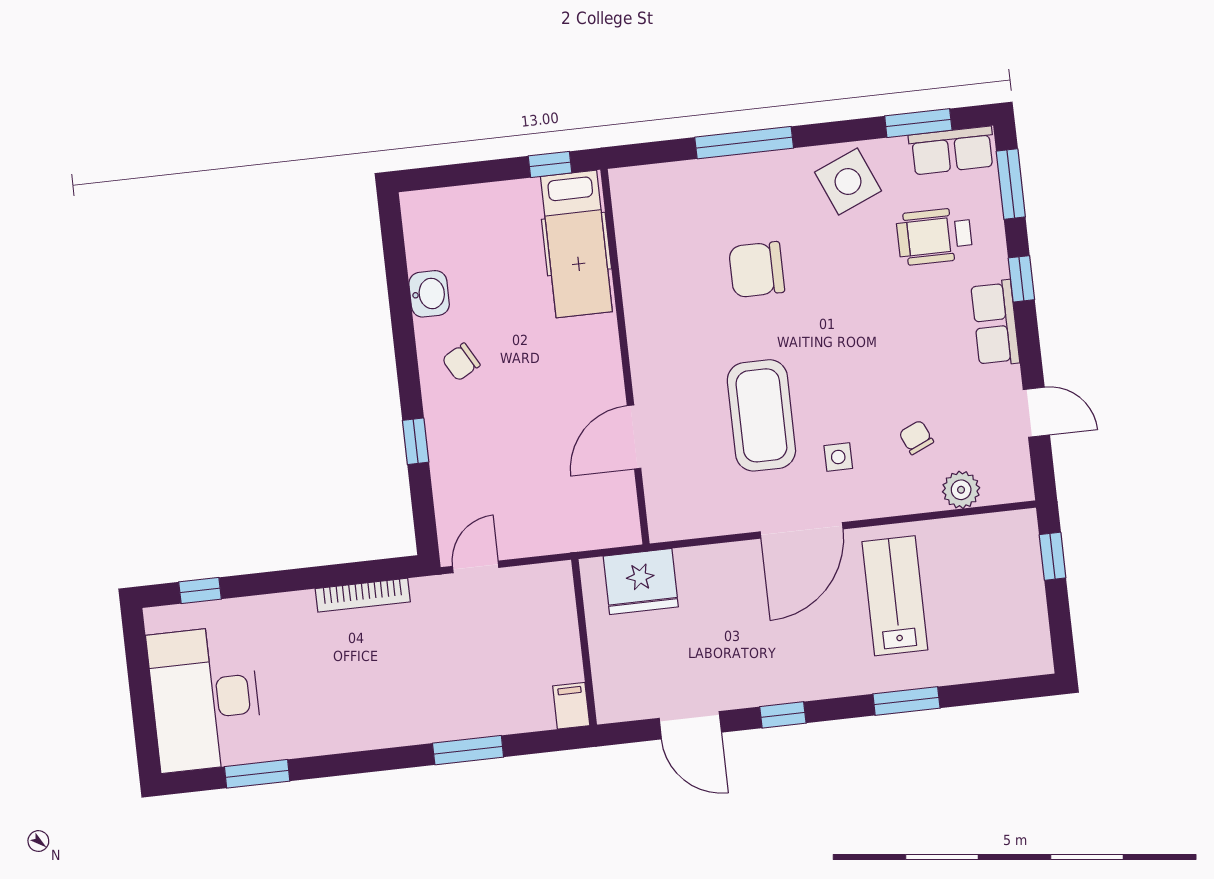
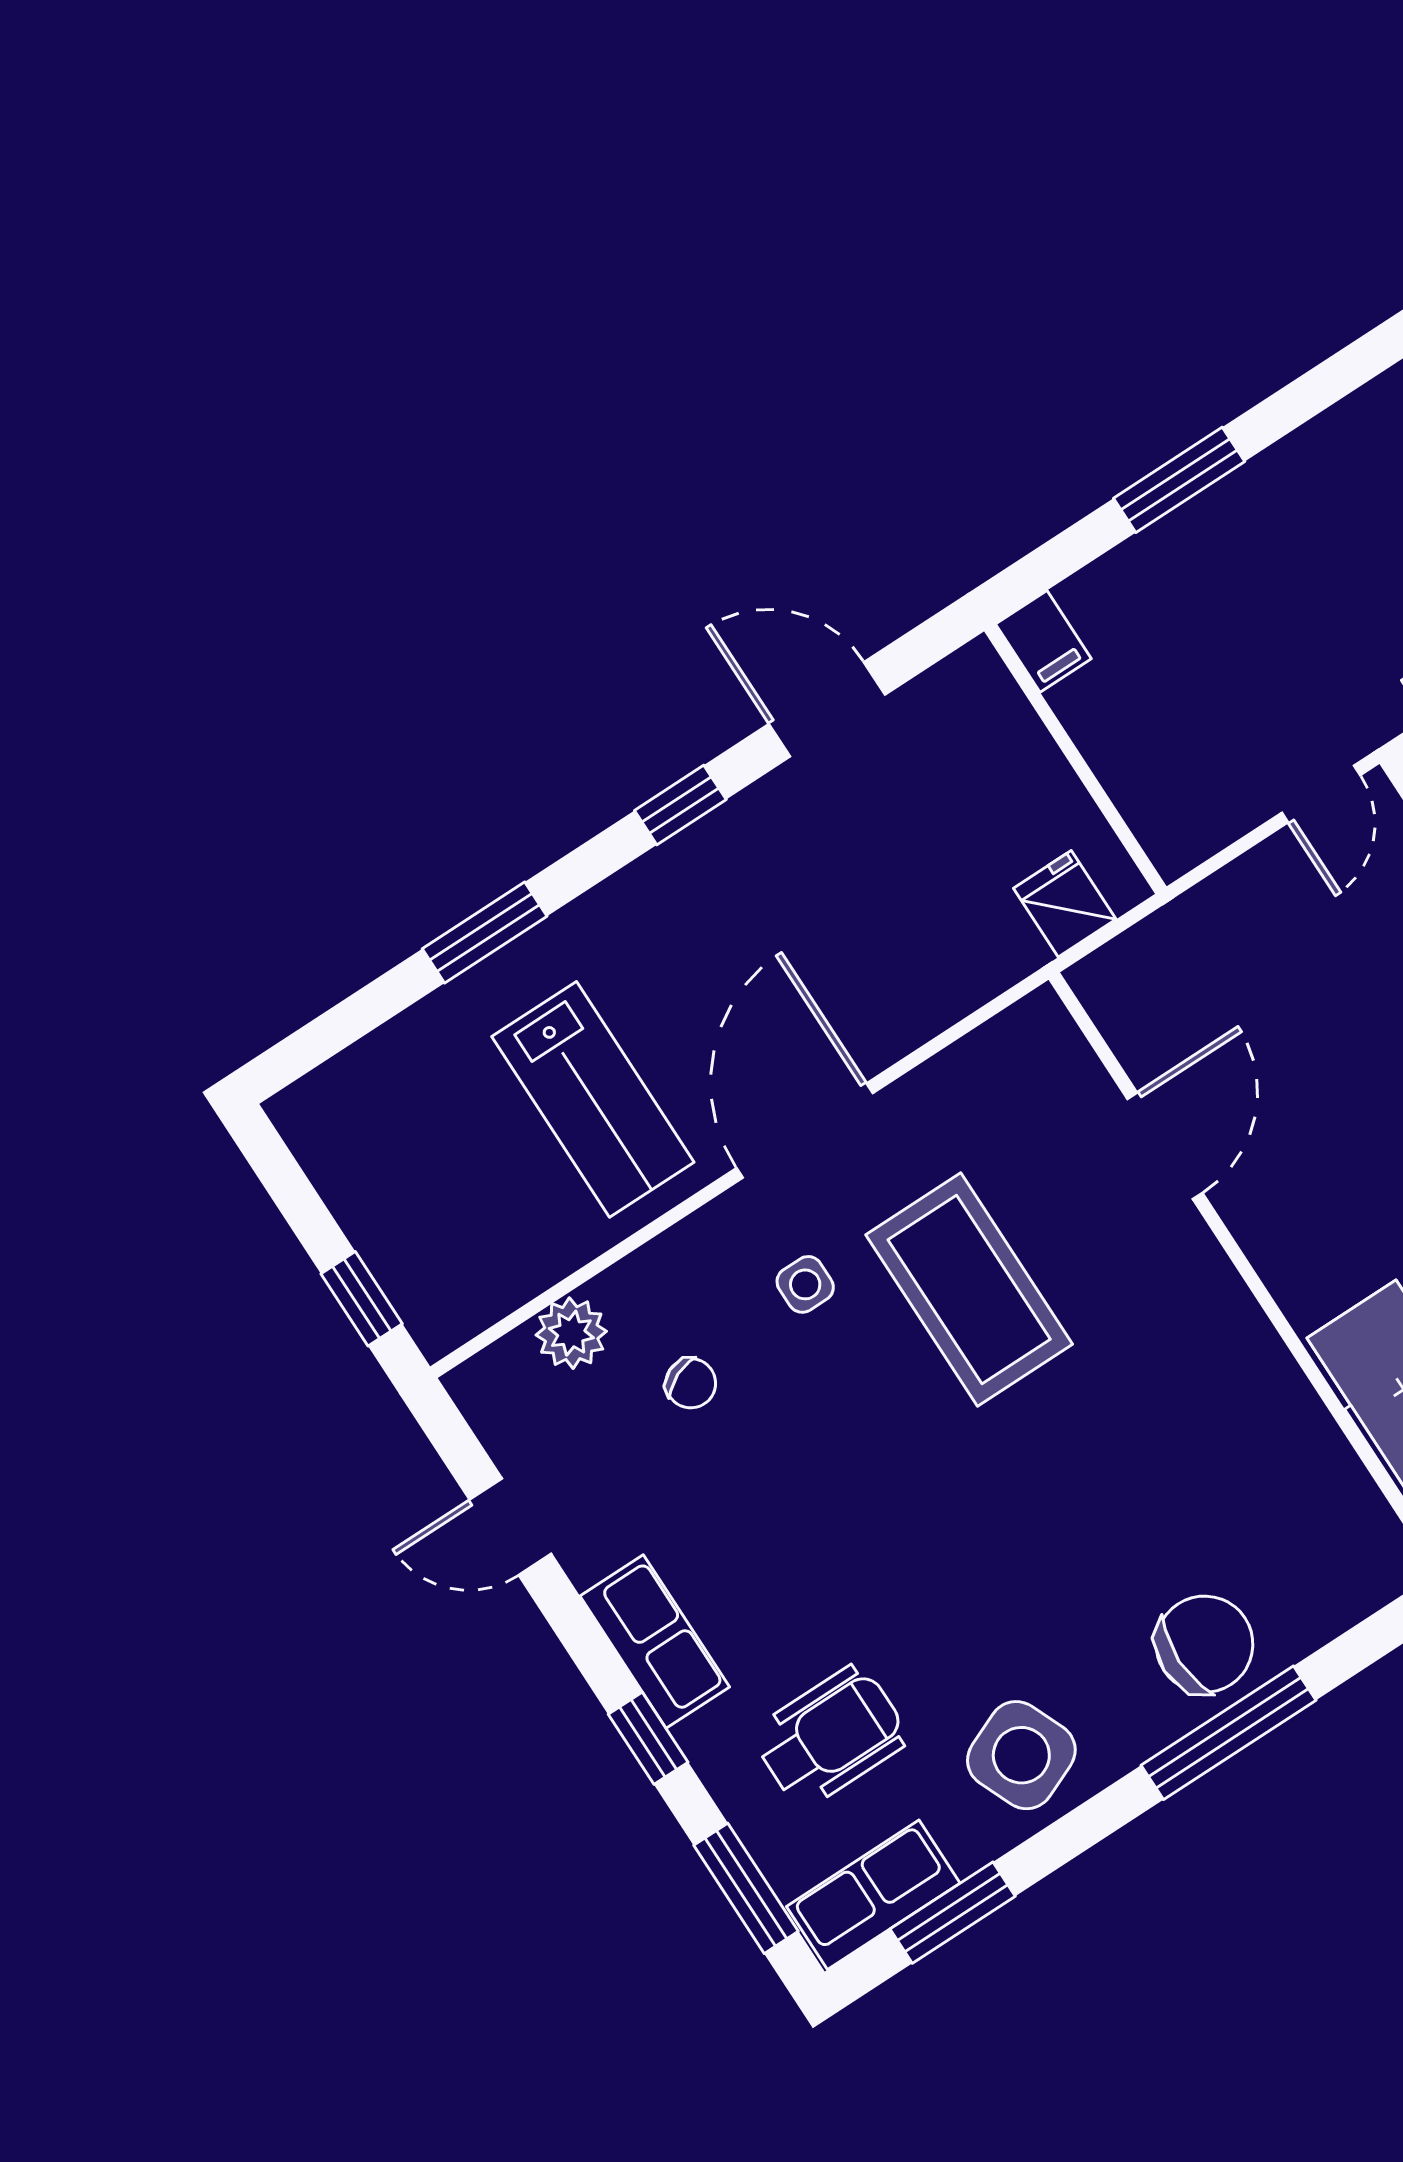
chair: (757, 270) -> (1204, 1644), moved
fridge: (641, 581) -> (1065, 904), width x0.53, depth x0.75

